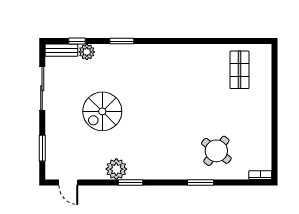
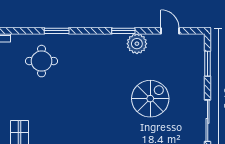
round table: (216, 151) -> (42, 61), turned -38
door: (68, 183) -> (170, 31), moved

